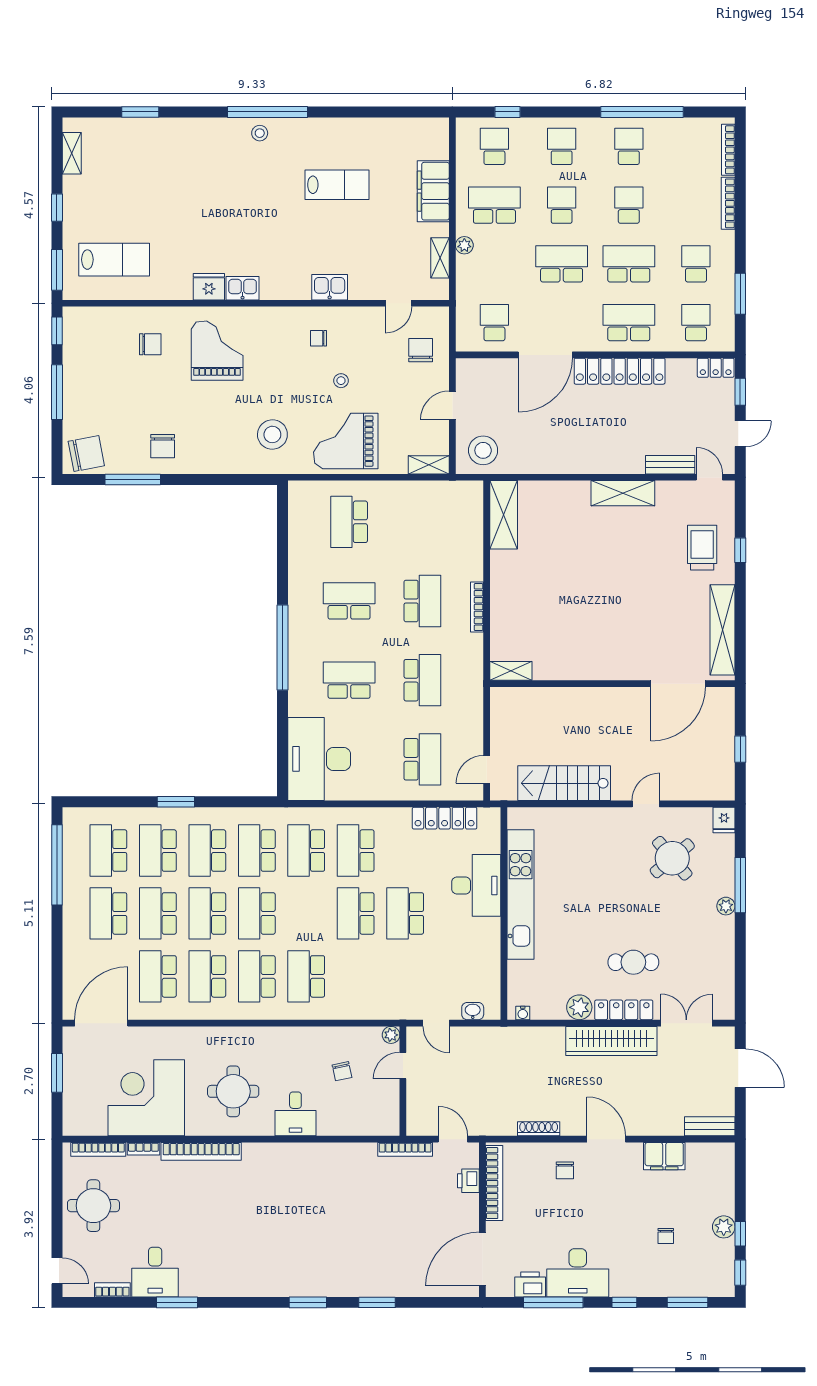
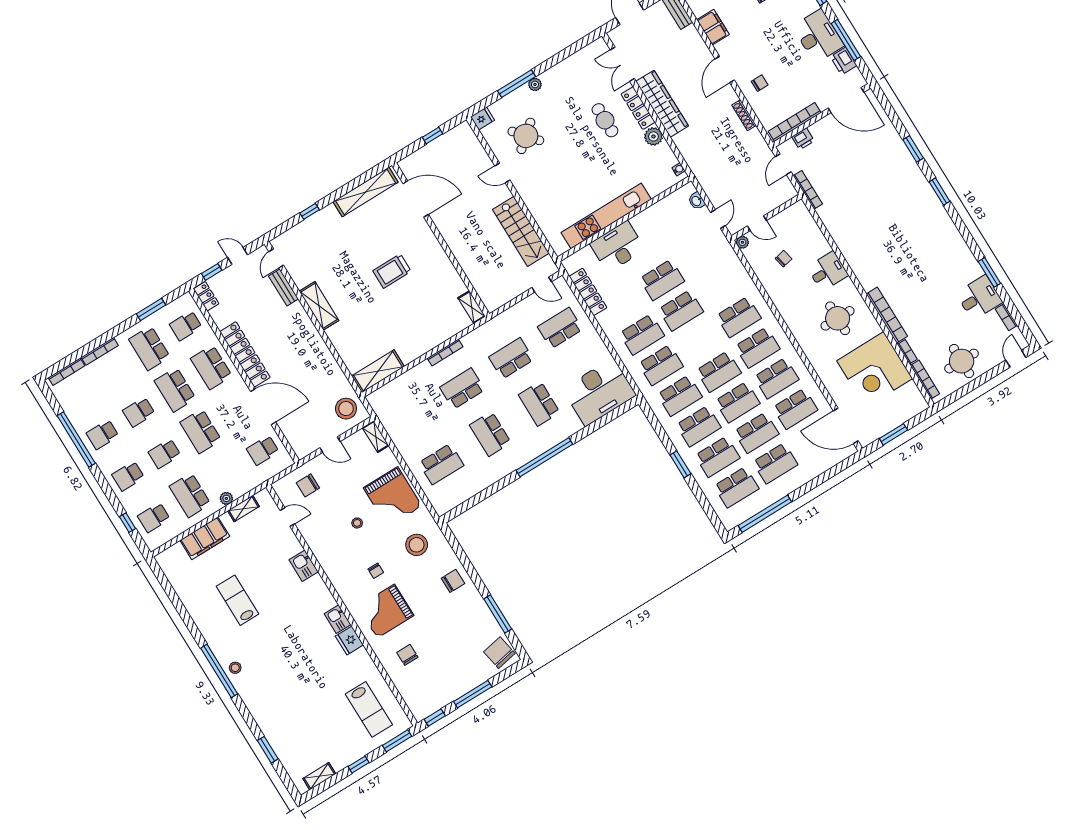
lab bench: (114, 260) -> (369, 709), turned 180
school desk: (696, 264) -> (149, 348), width x1.85
chair: (318, 338) -> (376, 571), moved
chair: (163, 446) -> (453, 581), moved
trolley: (702, 548) -> (392, 271), moved

